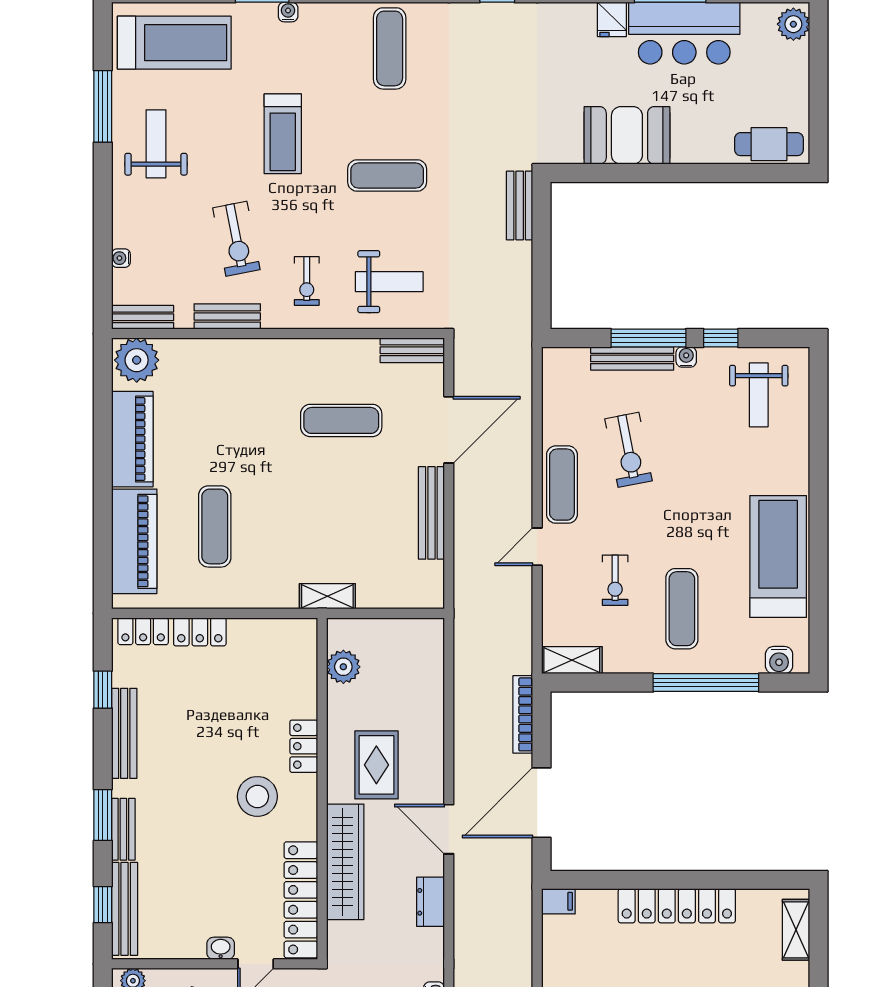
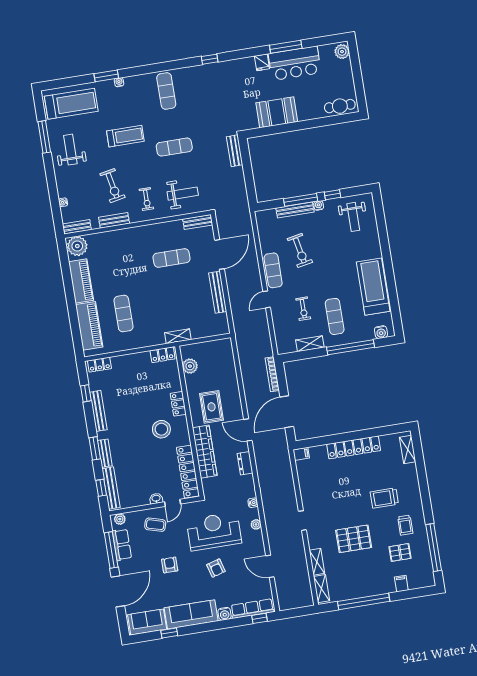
treadmill: (283, 134) -> (125, 136), turned -90
locker: (200, 632) -> (163, 355), moved
shelving: (572, 660) -> (310, 344), moved

